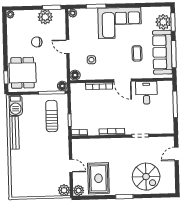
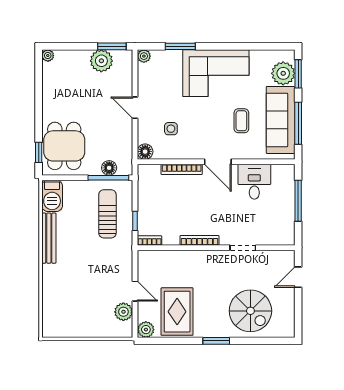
chair: (37, 42) -> (87, 99), removed
floor lamp: (62, 86) -> (109, 168), moved
plant: (64, 190) -> (123, 312), moved

